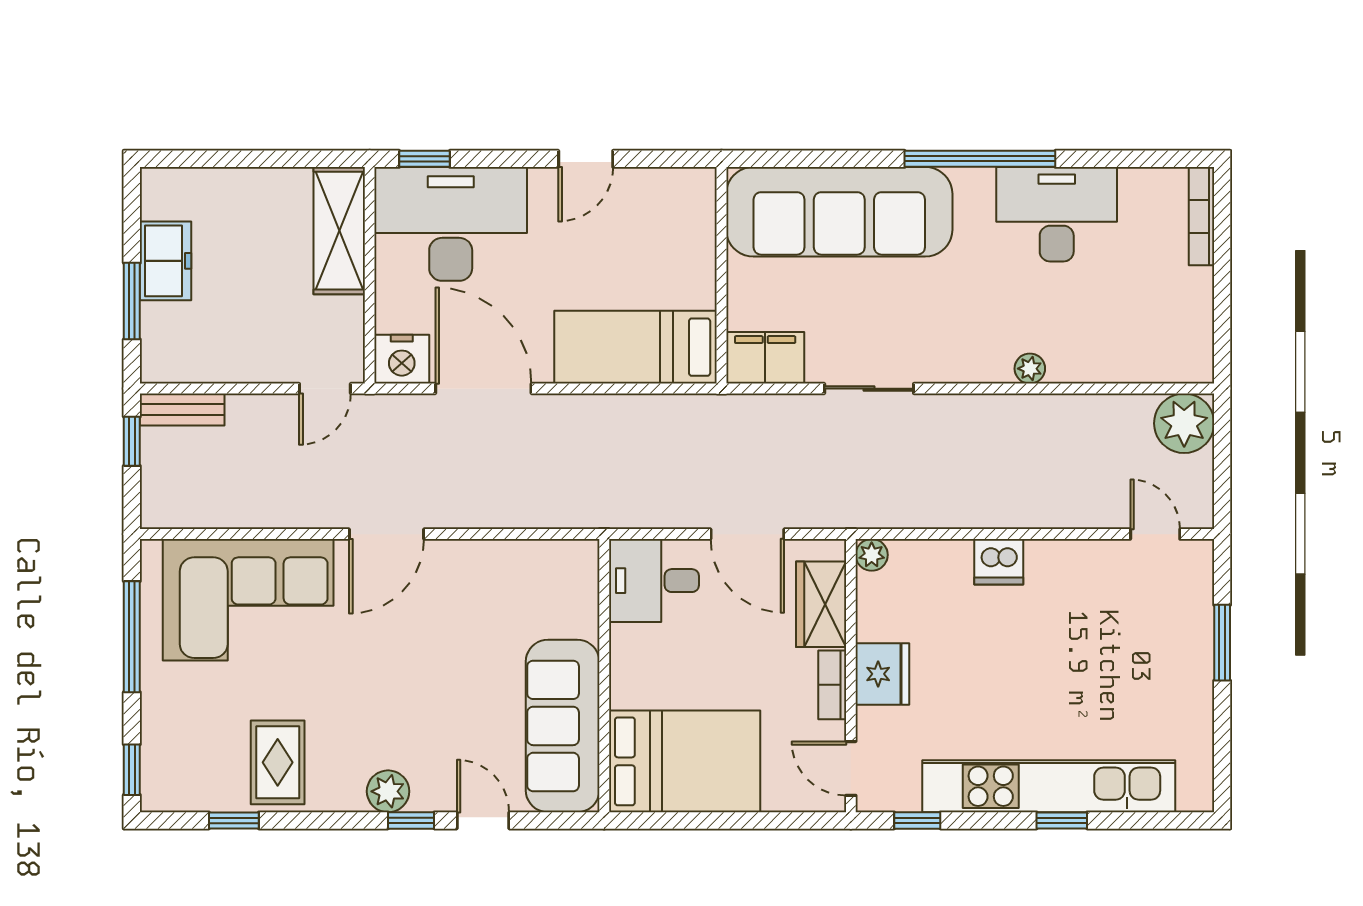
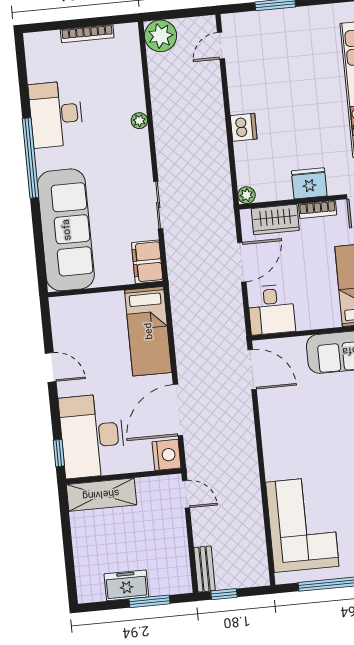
bookcase: (1201, 216) -> (87, 34), moved
door: (386, 534) -> (252, 369), moved

